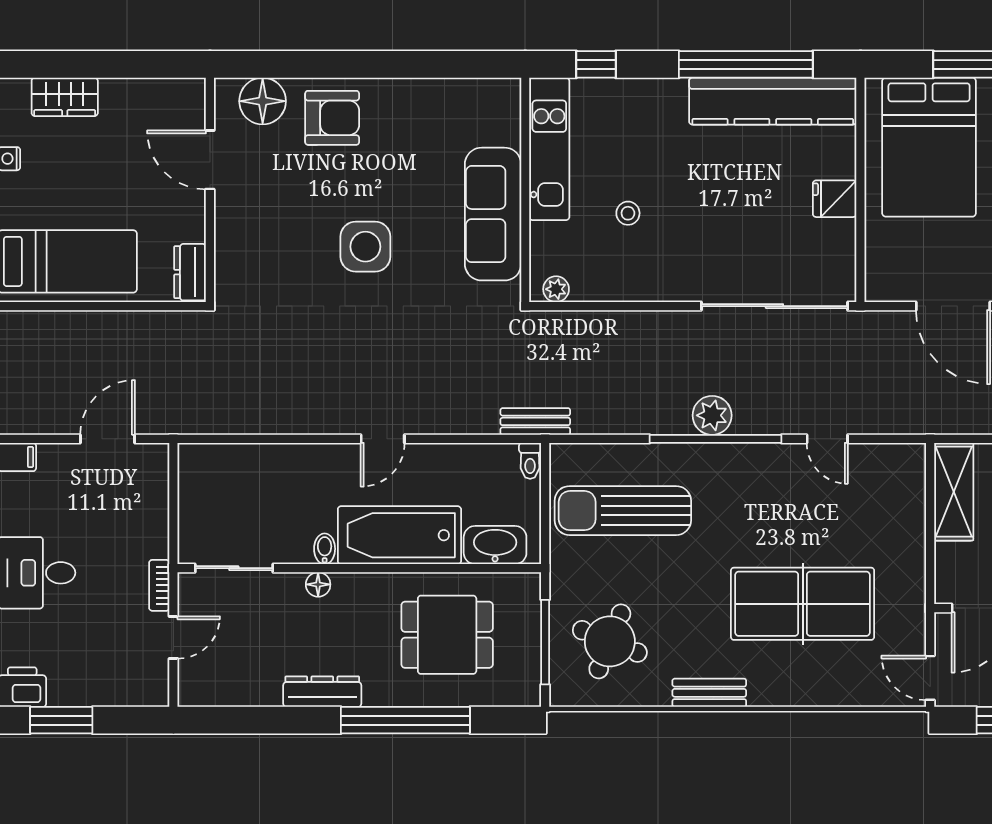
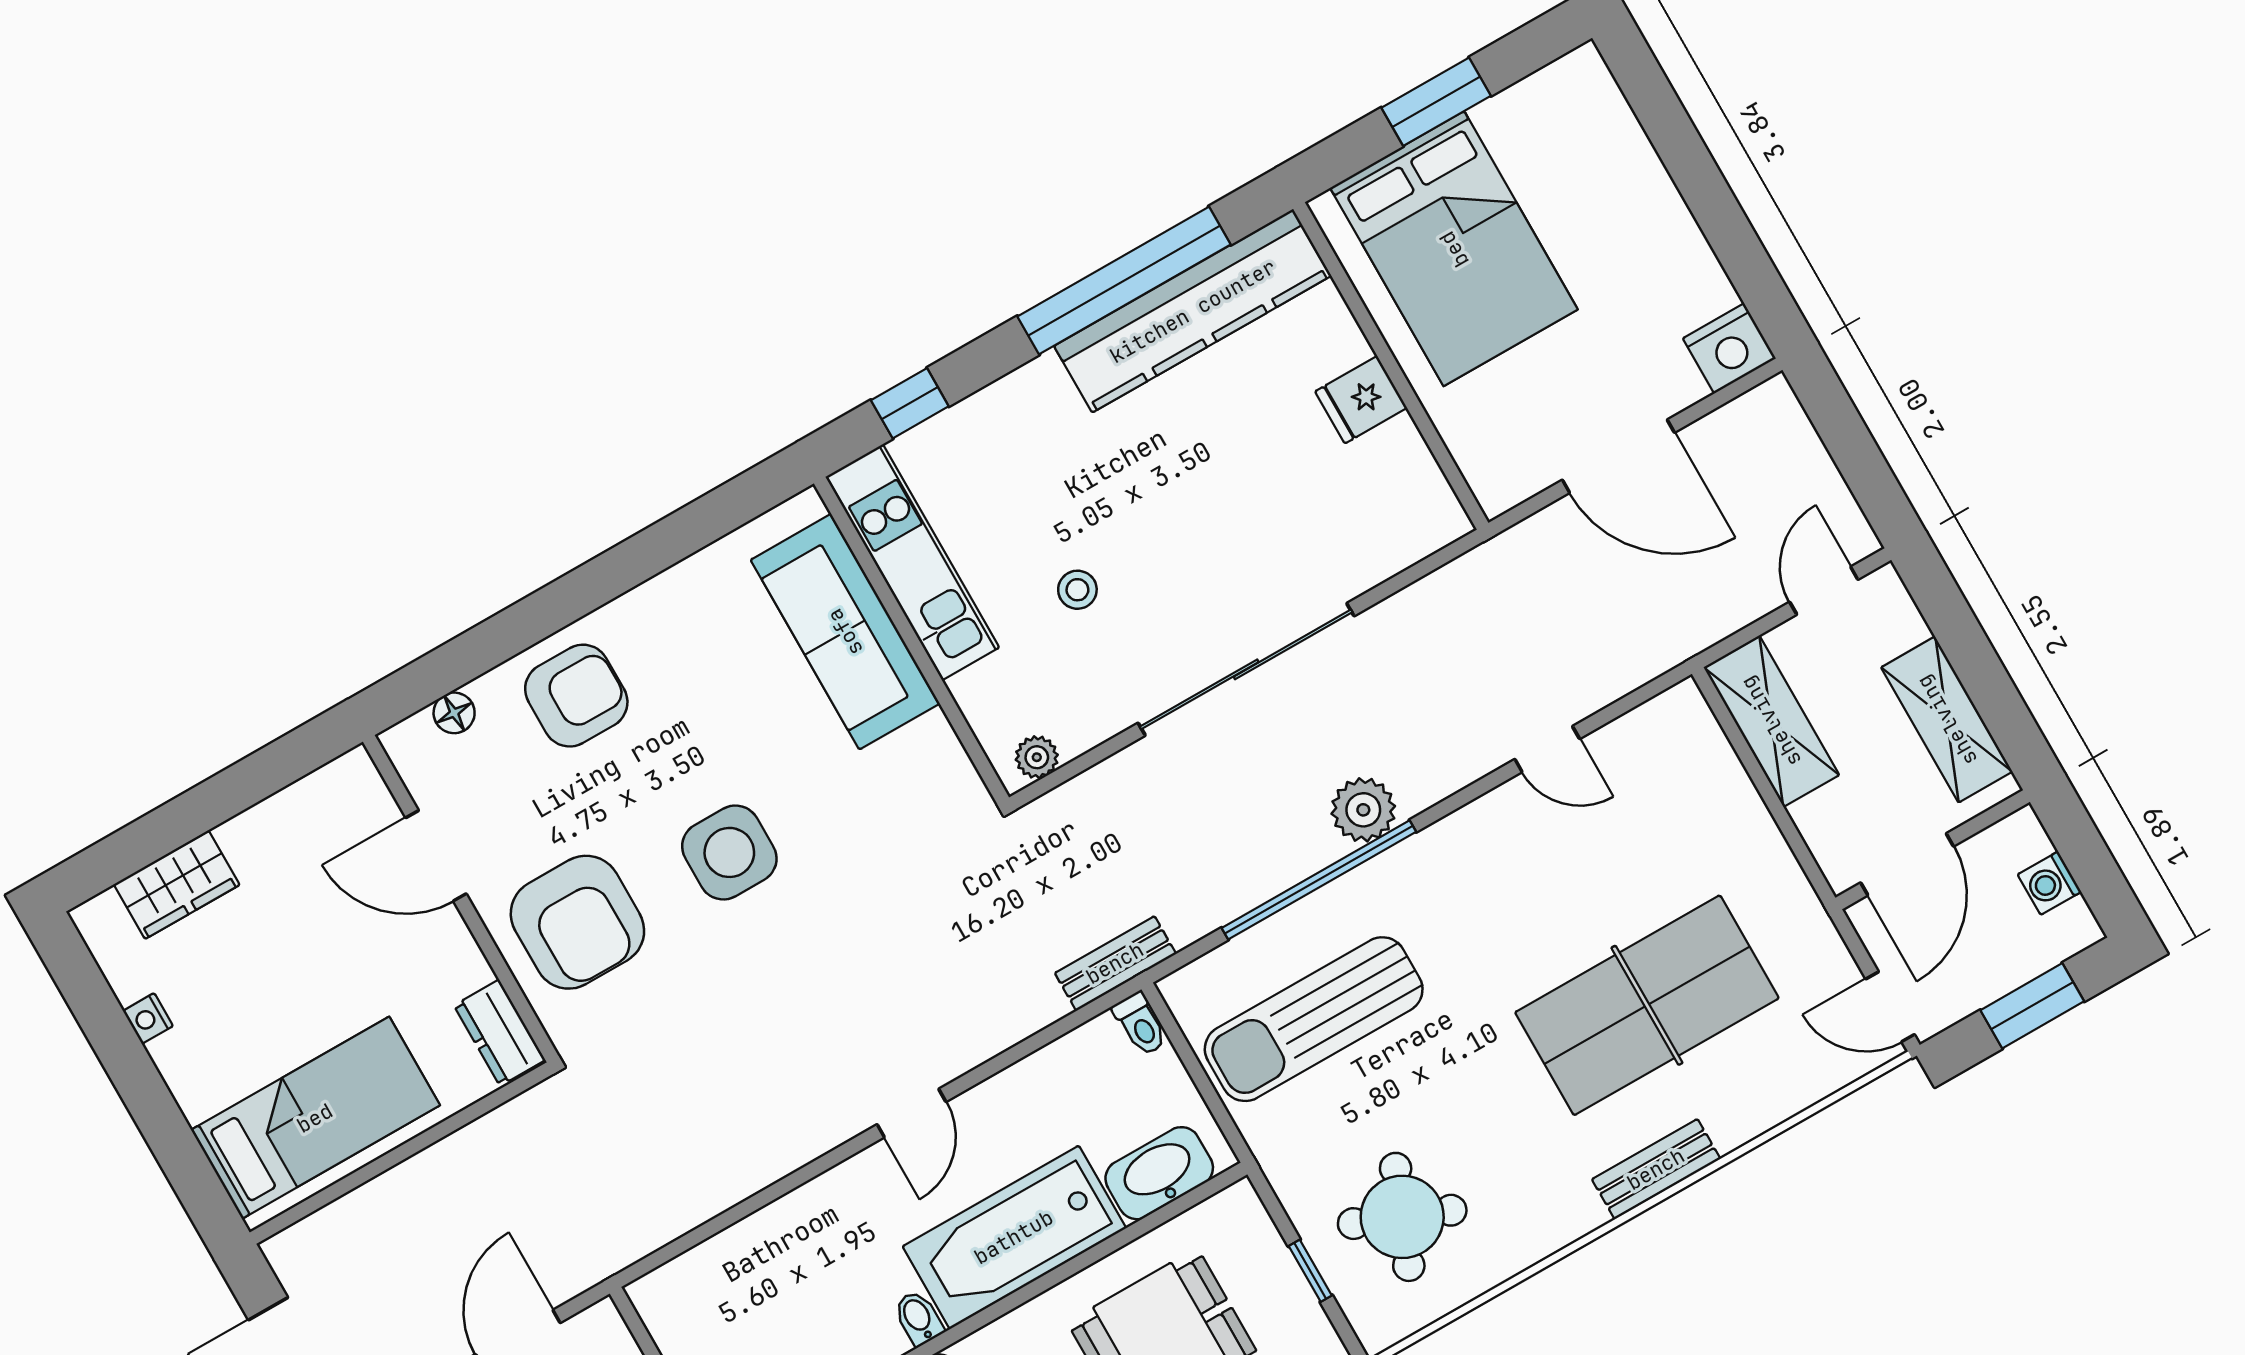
floor lamp: (263, 101) -> (454, 713), width x0.53, depth x0.53
sofa: (493, 214) -> (845, 632), moved
armchair: (264, 237) -> (577, 922), added
sliding door: (774, 306) -> (1246, 669), moved
window: (716, 439) -> (1319, 880), moved
window: (545, 642) -> (1310, 1271), width x0.46
bench: (709, 693) -> (1656, 1169), moved

